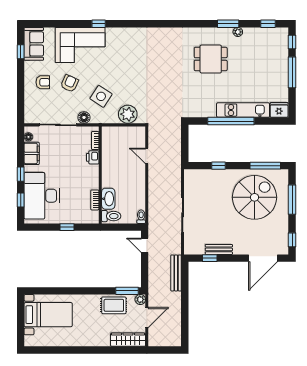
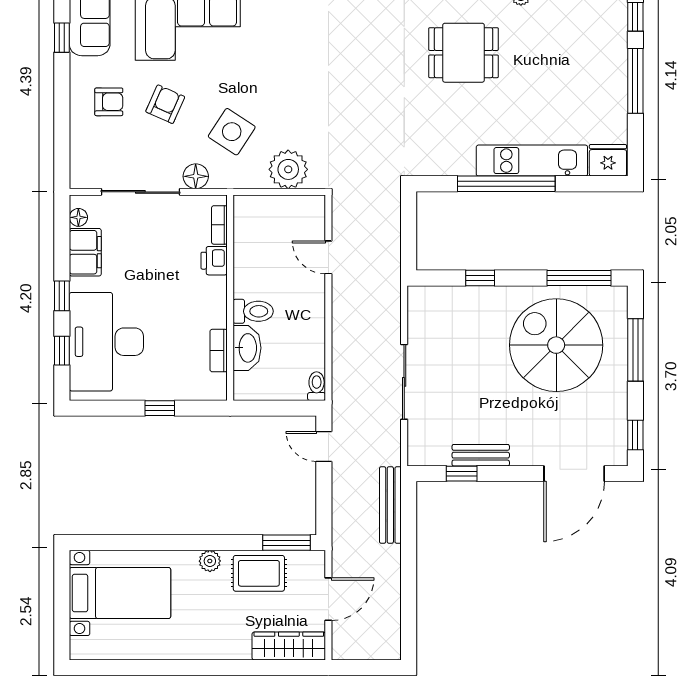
spiral stairs: (255, 197) -> (556, 345), turned -90
toilet: (111, 216) -> (253, 311), moved
plant: (140, 299) -> (210, 561), moved

